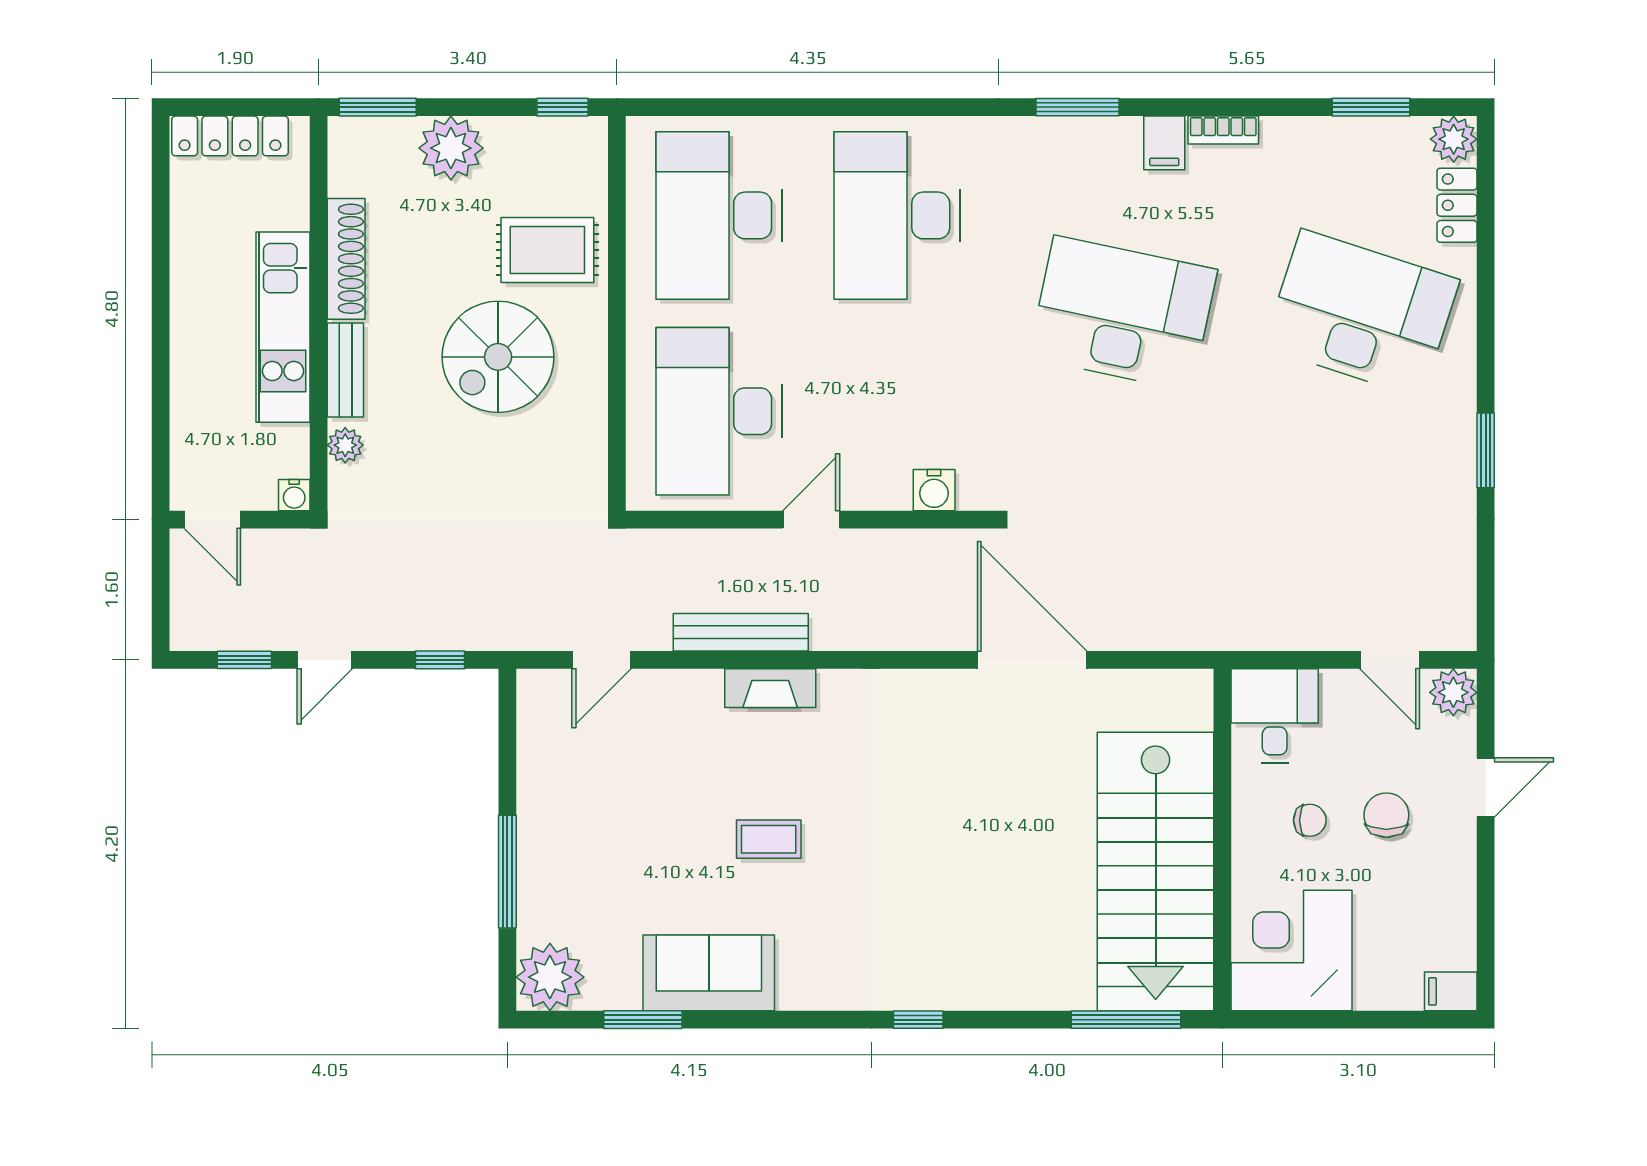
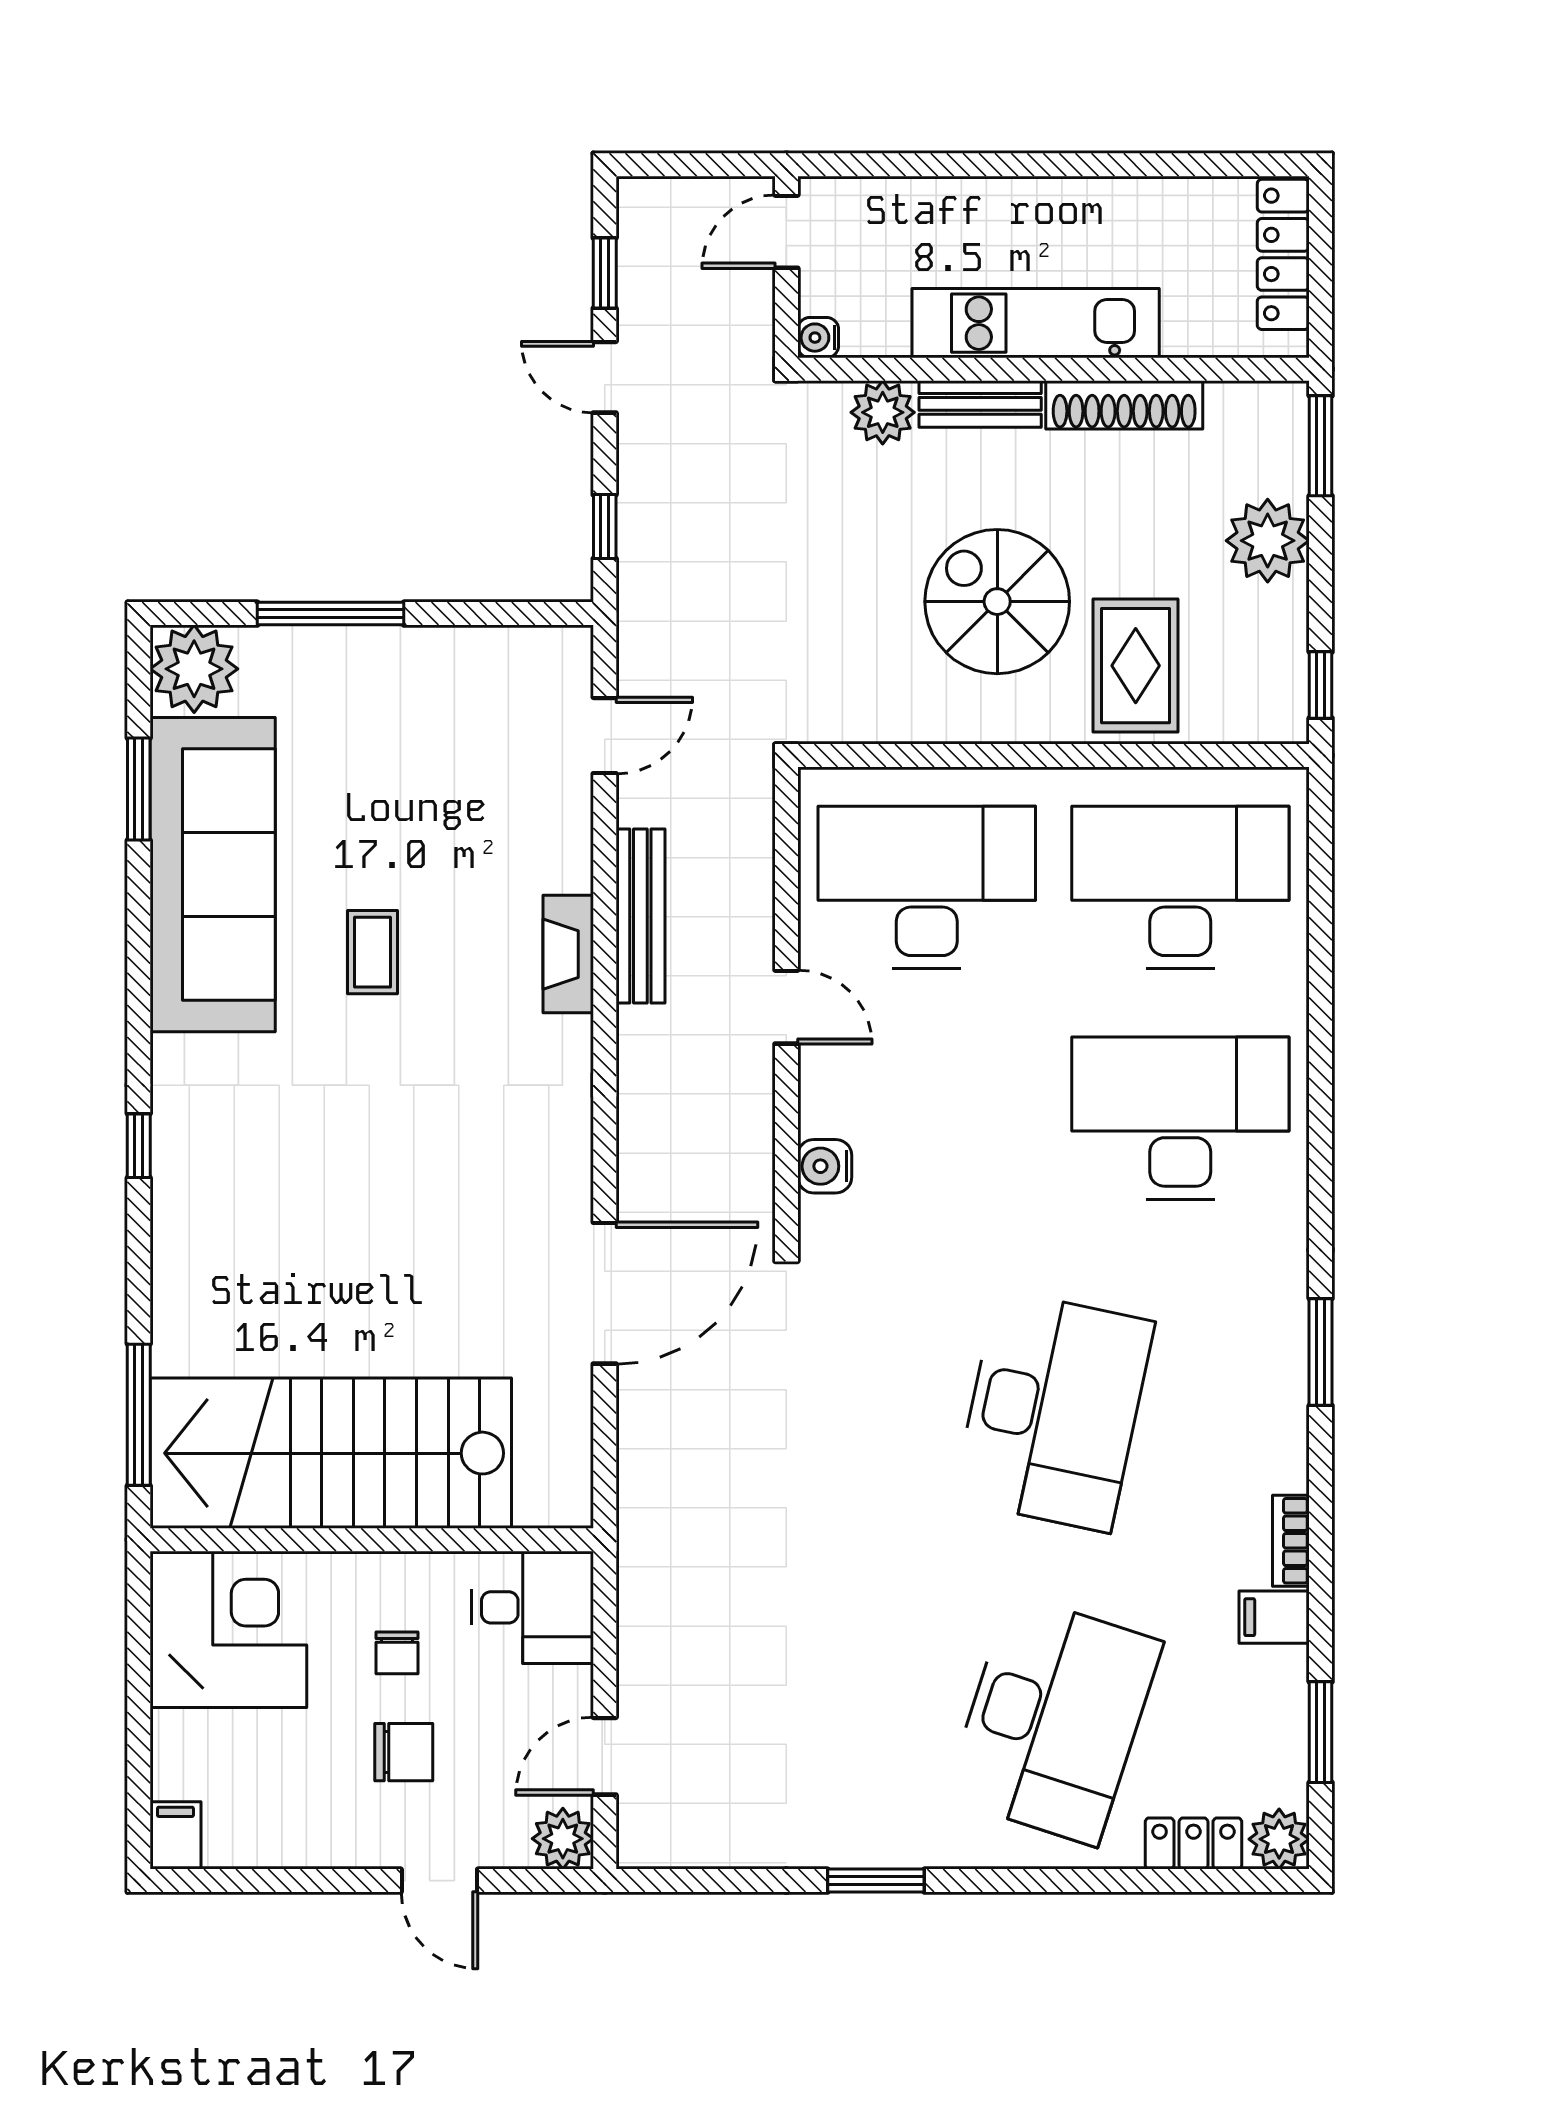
filing cabinet: (1164, 143) -> (1274, 1617), moved
plant: (345, 445) -> (883, 412), width x1.38, depth x1.38
door: (601, 660) -> (605, 736), swing flipped
sofa: (709, 973) -> (213, 875), width x1.85, depth x1.27

